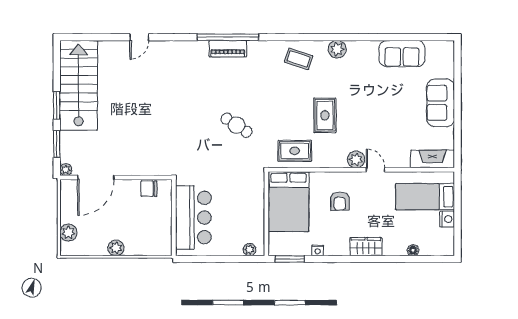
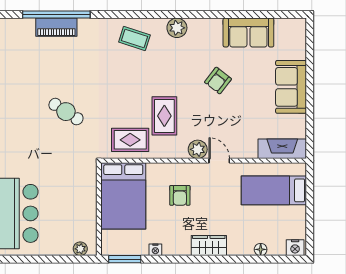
armchair: (374, 97) -> (218, 81), added
rug: (325, 115) -> (164, 116), moved
nightstand: (447, 219) -> (295, 248), moved, turned 90

